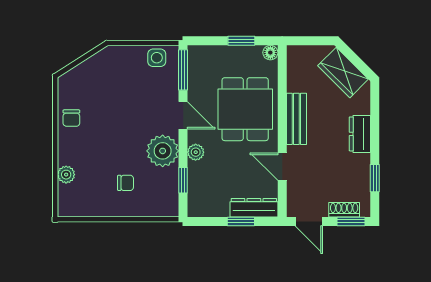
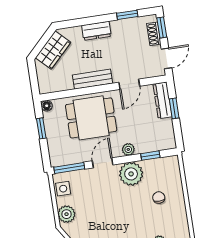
plant: (122, 57) -> (66, 214), added

